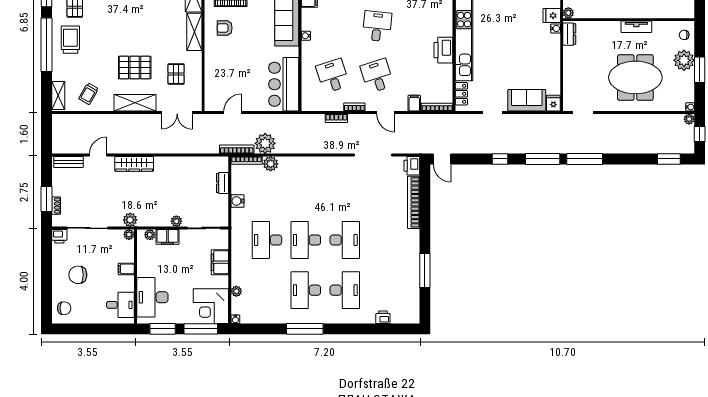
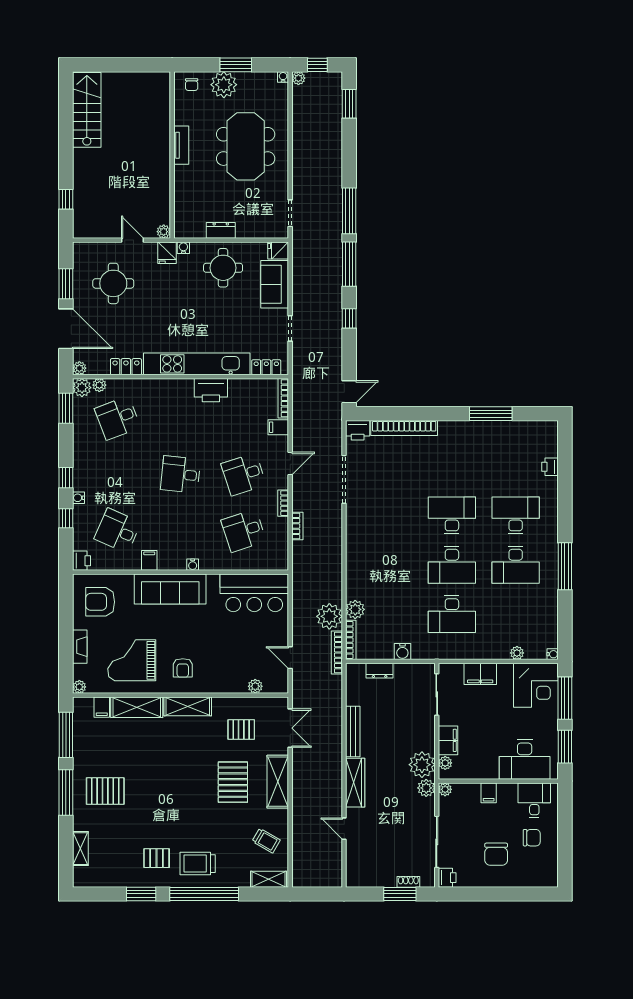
dresser: (569, 34) -> (221, 230), moved
round table: (540, 60) -> (223, 268), added
plant: (210, 85) -> (255, 686), added
bench: (68, 162) -> (353, 732), moved, width x1.36
plant: (176, 221) -> (422, 765), moved, width x1.87, depth x1.87
chair: (64, 308) -> (532, 838), moved, turned 90

